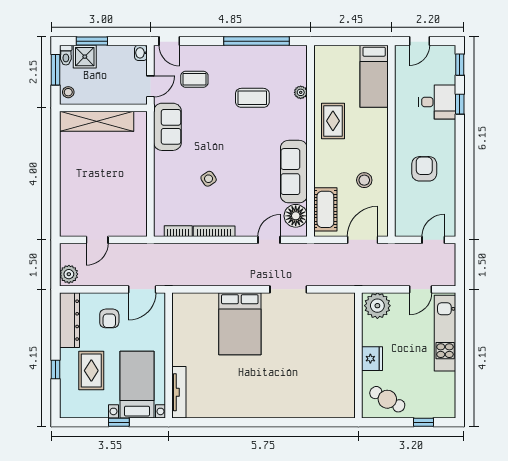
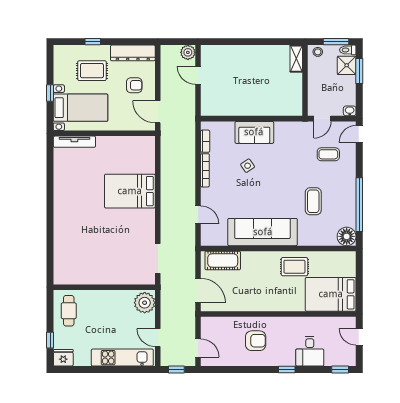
bed: (374, 76) -> (331, 294), width x1.50
coffee table: (194, 79) -> (328, 154), turned 90
door: (150, 86) -> (322, 119), hinge flipped
plant: (301, 92) -> (318, 240), removed
window: (460, 104) -> (287, 370), moved
shelving: (97, 121) -> (296, 59), width x0.45, depth x0.75
sofa: (167, 127) -> (254, 132), moved
sofa: (294, 172) -> (263, 232), width x1.36, depth x1.27
stool: (364, 180) -> (246, 292), removed
floor lamp: (296, 216) -> (347, 236), moved
window: (460, 266) -> (176, 370), added
plant: (69, 274) -> (188, 52), moved
doorway: (288, 289) -> (158, 258), moved
armchair: (109, 318) -> (134, 85), turned 180
fridge: (372, 359) -> (63, 358), moved, turned 180
cafe table: (387, 399) -> (69, 311), turned -30

